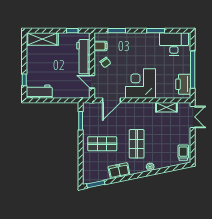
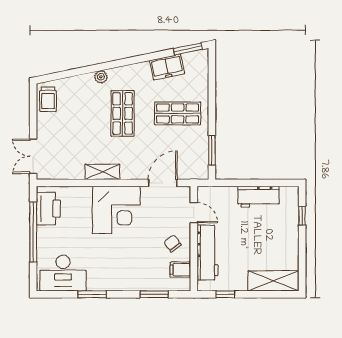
workbench: (39, 92) -> (259, 197), moved
shelving: (166, 107) -> (102, 172), moved
freezer: (119, 171) -> (167, 67), moved

